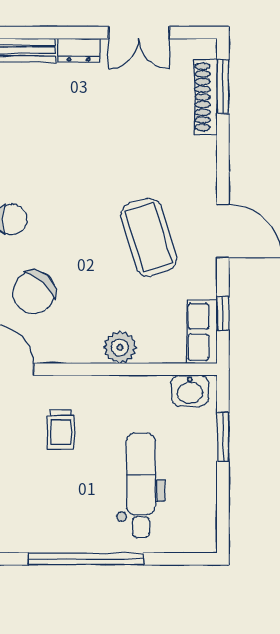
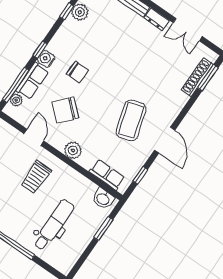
row of seats: (202, 332) -> (107, 175), moved, turned 90
plant: (120, 347) -> (73, 150), moved
trolley: (61, 430) -> (36, 177), width x1.36, depth x1.39

